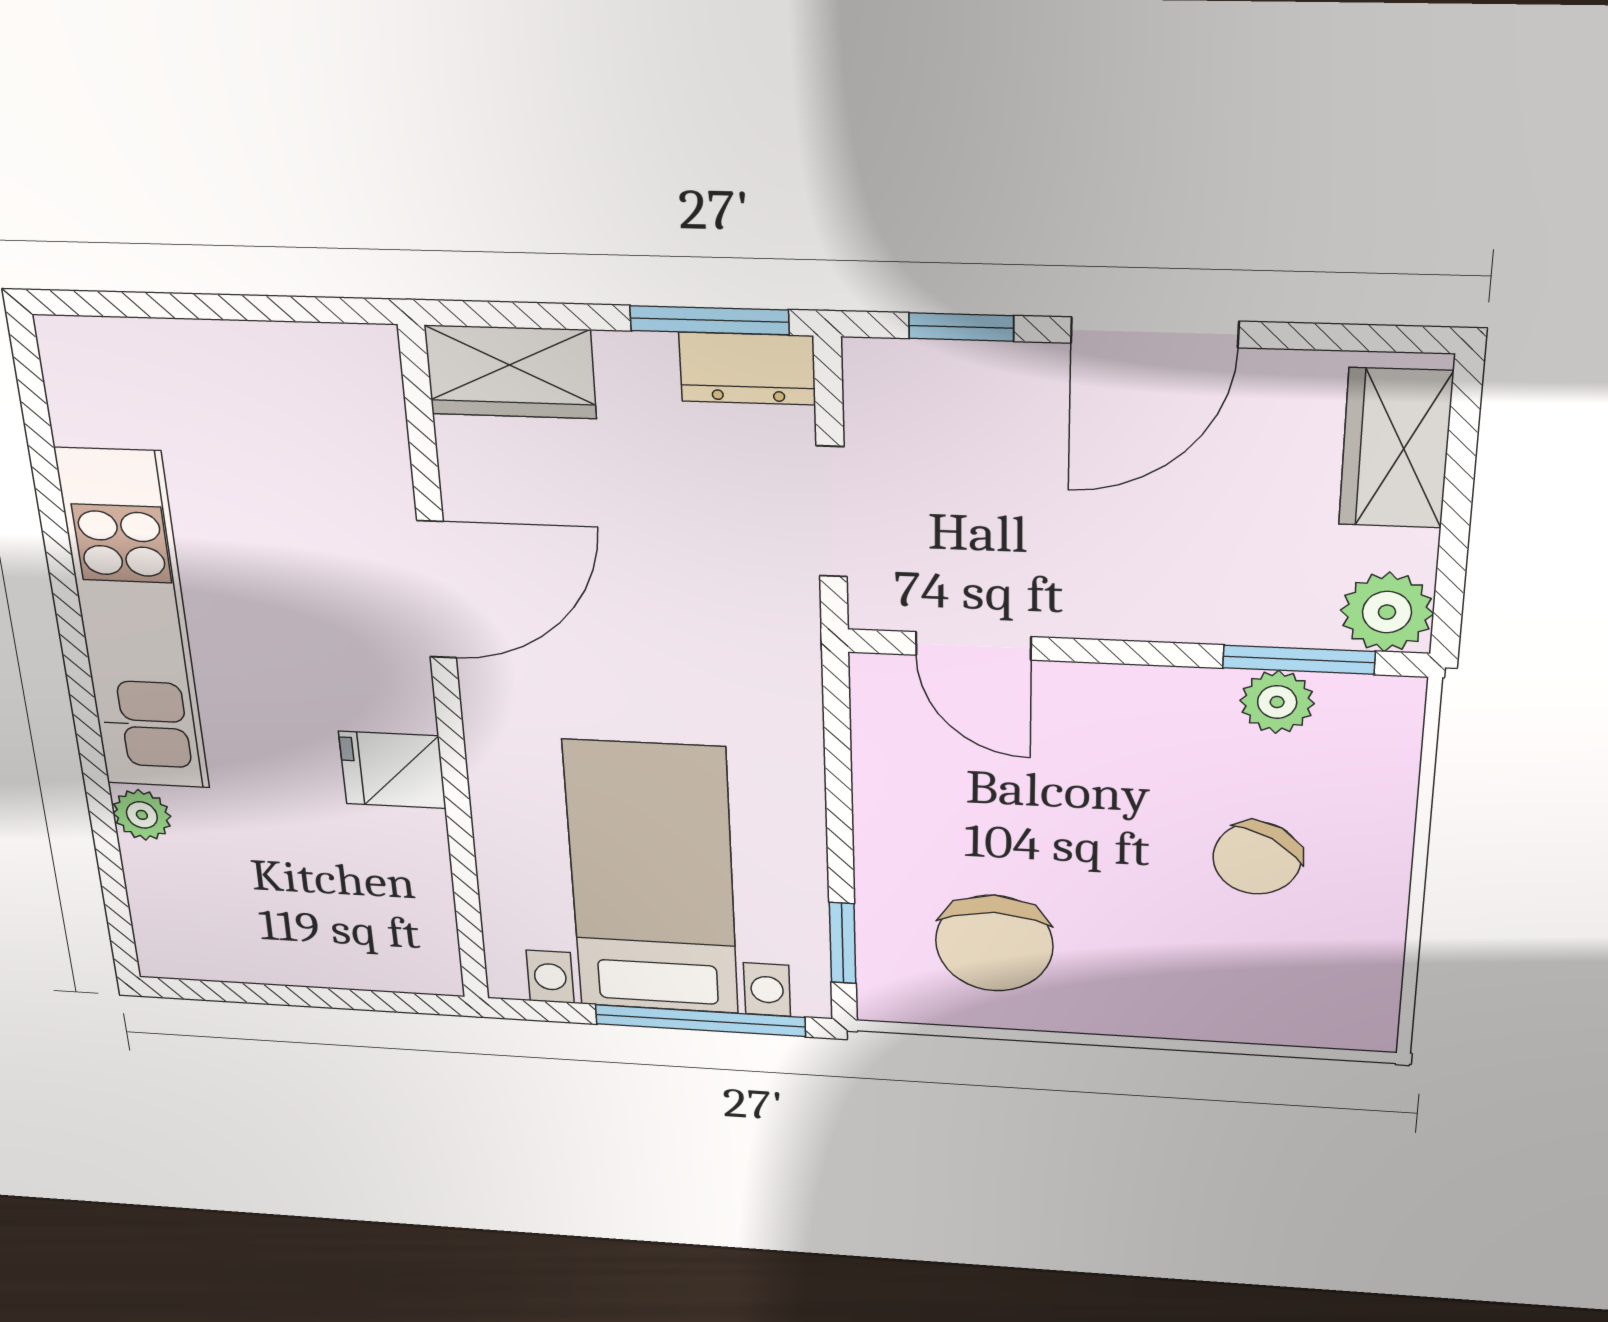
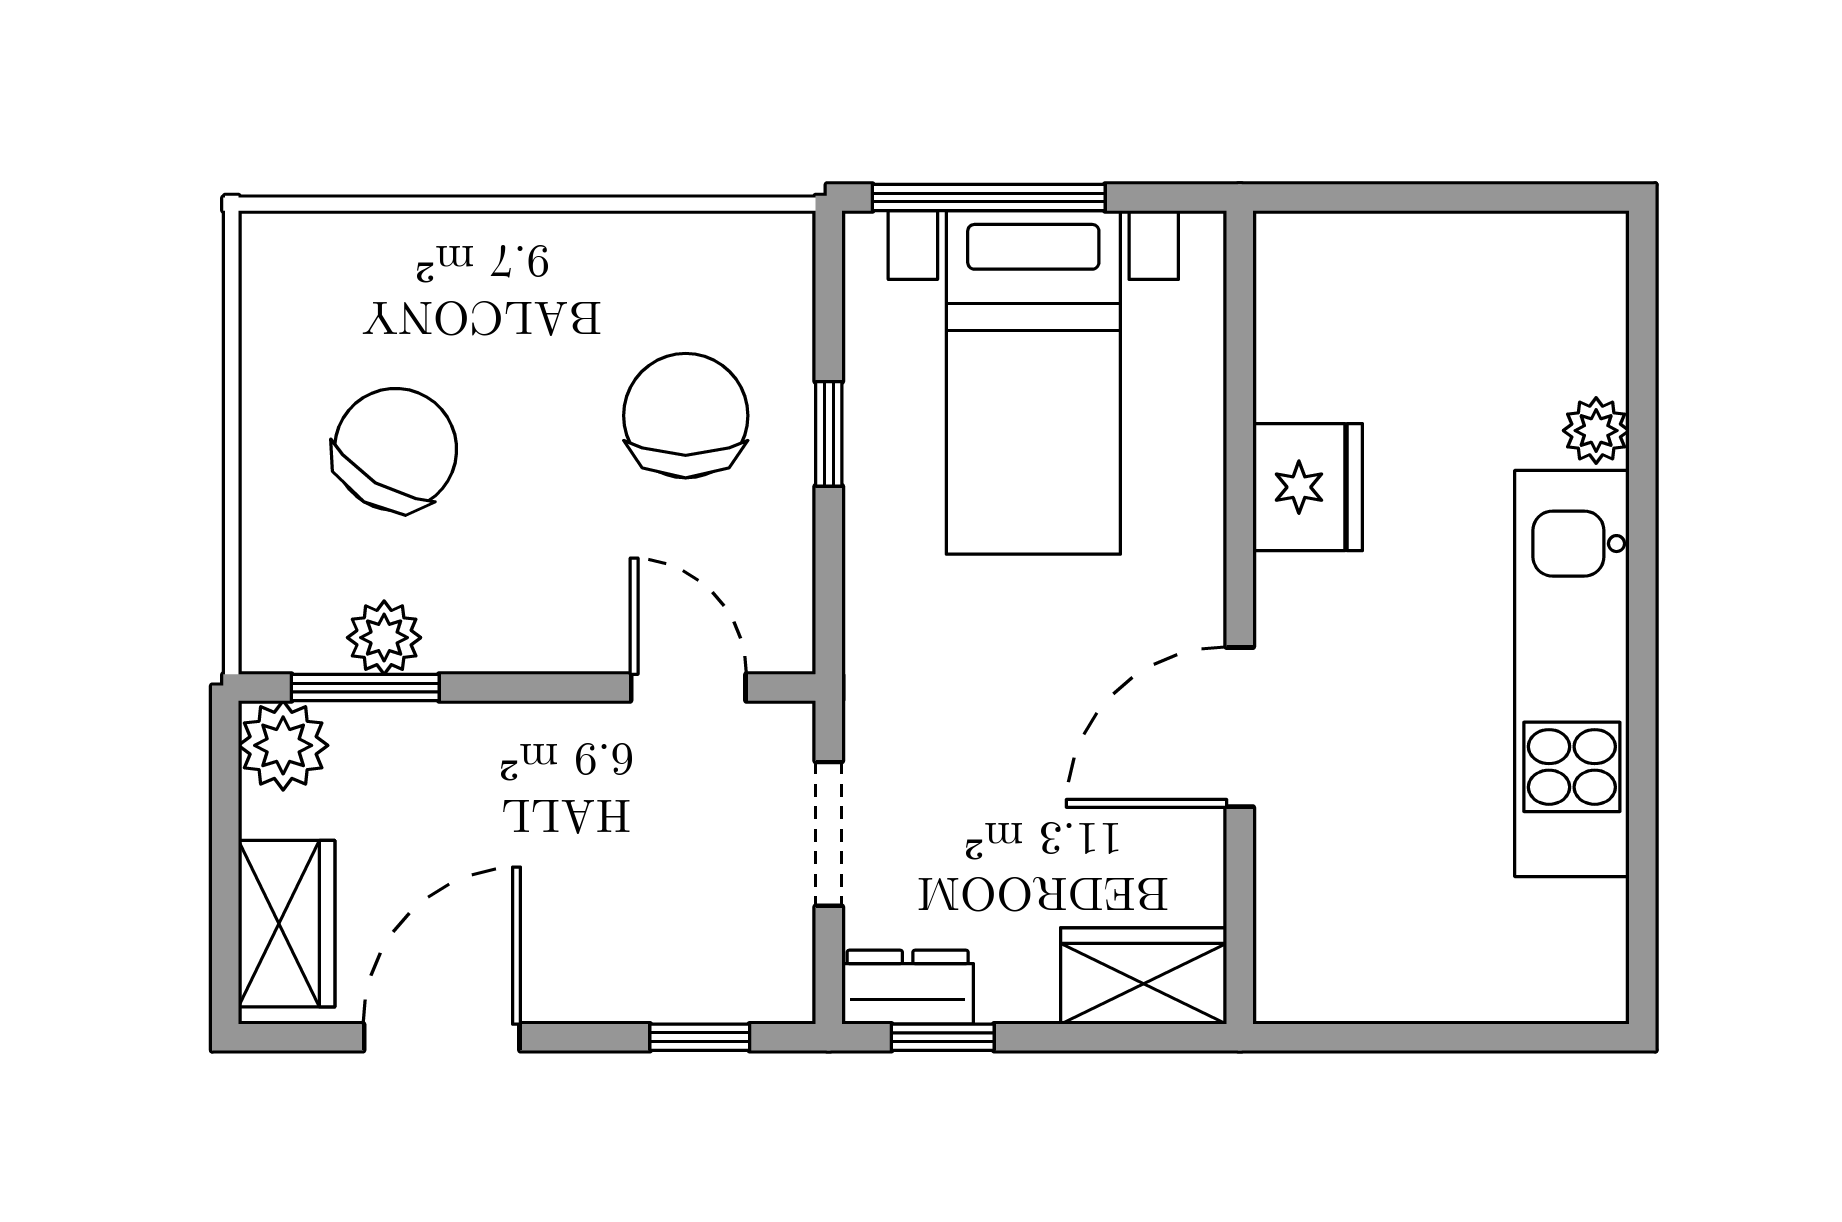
window: (709, 320) -> (943, 1037), width x0.67
door: (1154, 332) -> (442, 1037), moved
fridge: (392, 770) -> (1308, 487), width x1.38
chair: (1257, 858) -> (396, 449), width x1.37, depth x1.37
window: (843, 943) -> (829, 434), moved
chair: (994, 943) -> (686, 416), moved

